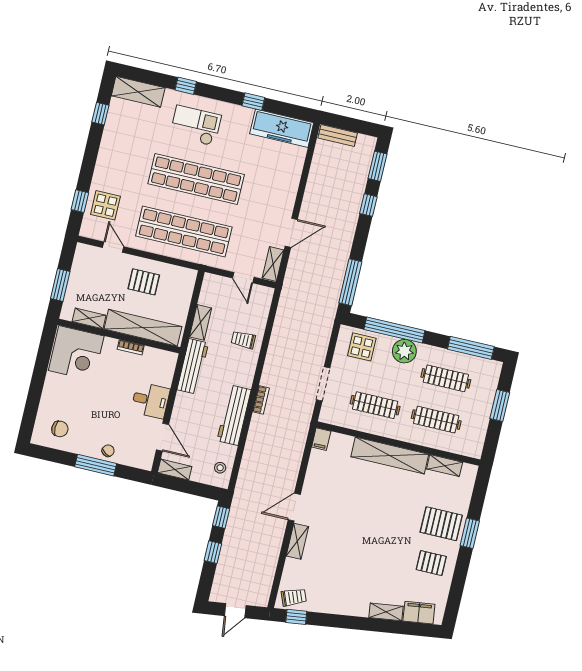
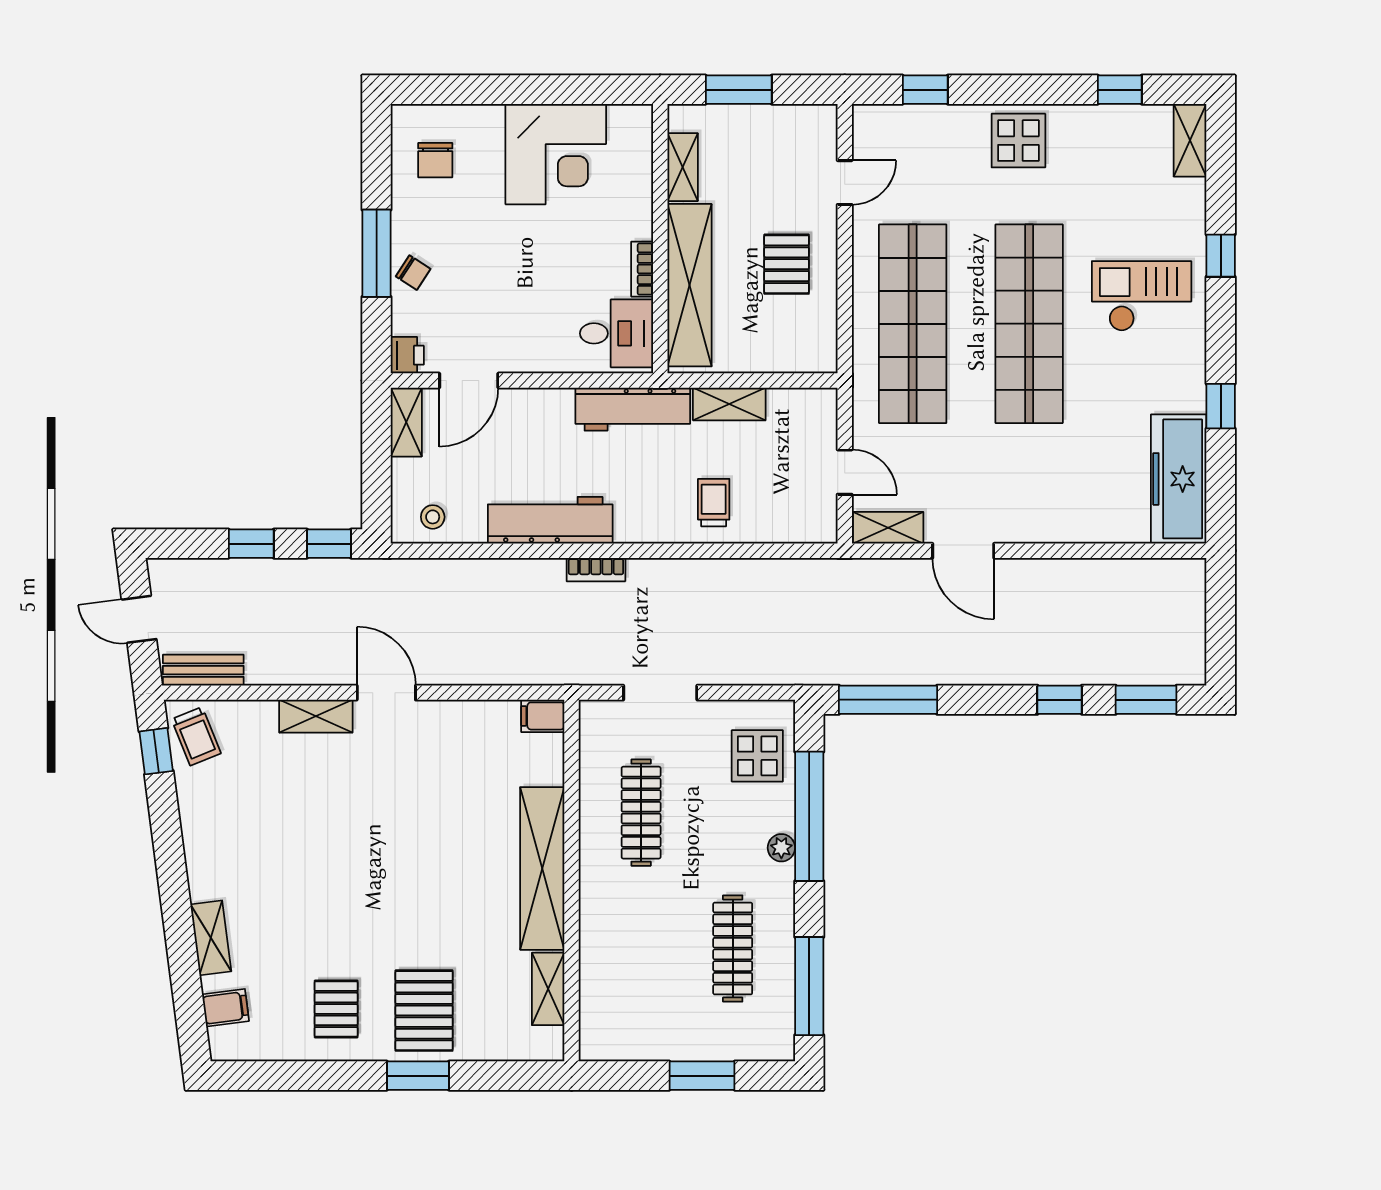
shelving: (138, 92) -> (1190, 140), width x0.67, depth x0.75
checkout: (196, 126) -> (1142, 296), turned -90
bench: (338, 135) -> (203, 670), moved, turned 90
display table: (105, 205) -> (1018, 141), moved
door: (243, 278) -> (845, 472), swing flipped
plant: (404, 351) -> (781, 848), width x0.53, depth x0.53
corner desk: (76, 353) -> (556, 154), moved, turned -90
desk: (150, 400) -> (617, 333), moved, turned -90
clothes rail: (436, 420) -> (641, 949), removed
printer: (145, 462) -> (407, 355), added
filing cabinet: (419, 613) -> (226, 1008), width x0.50

